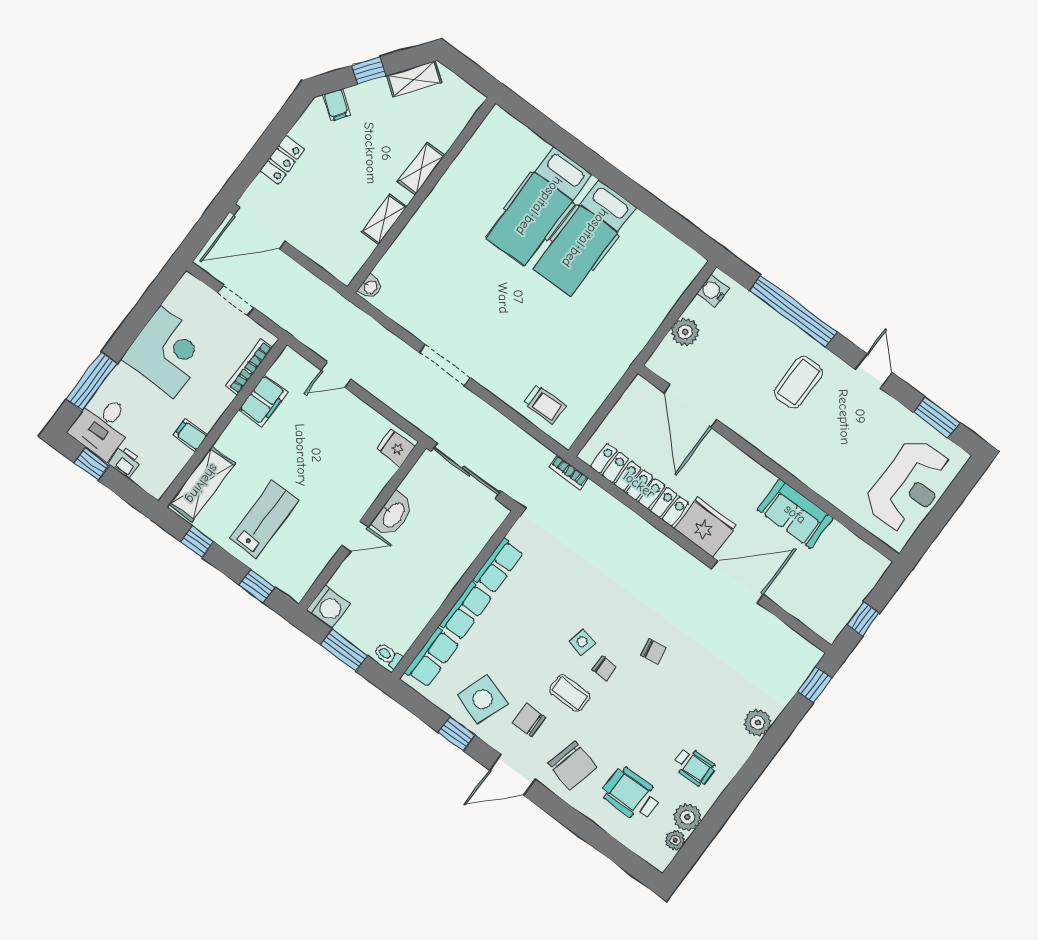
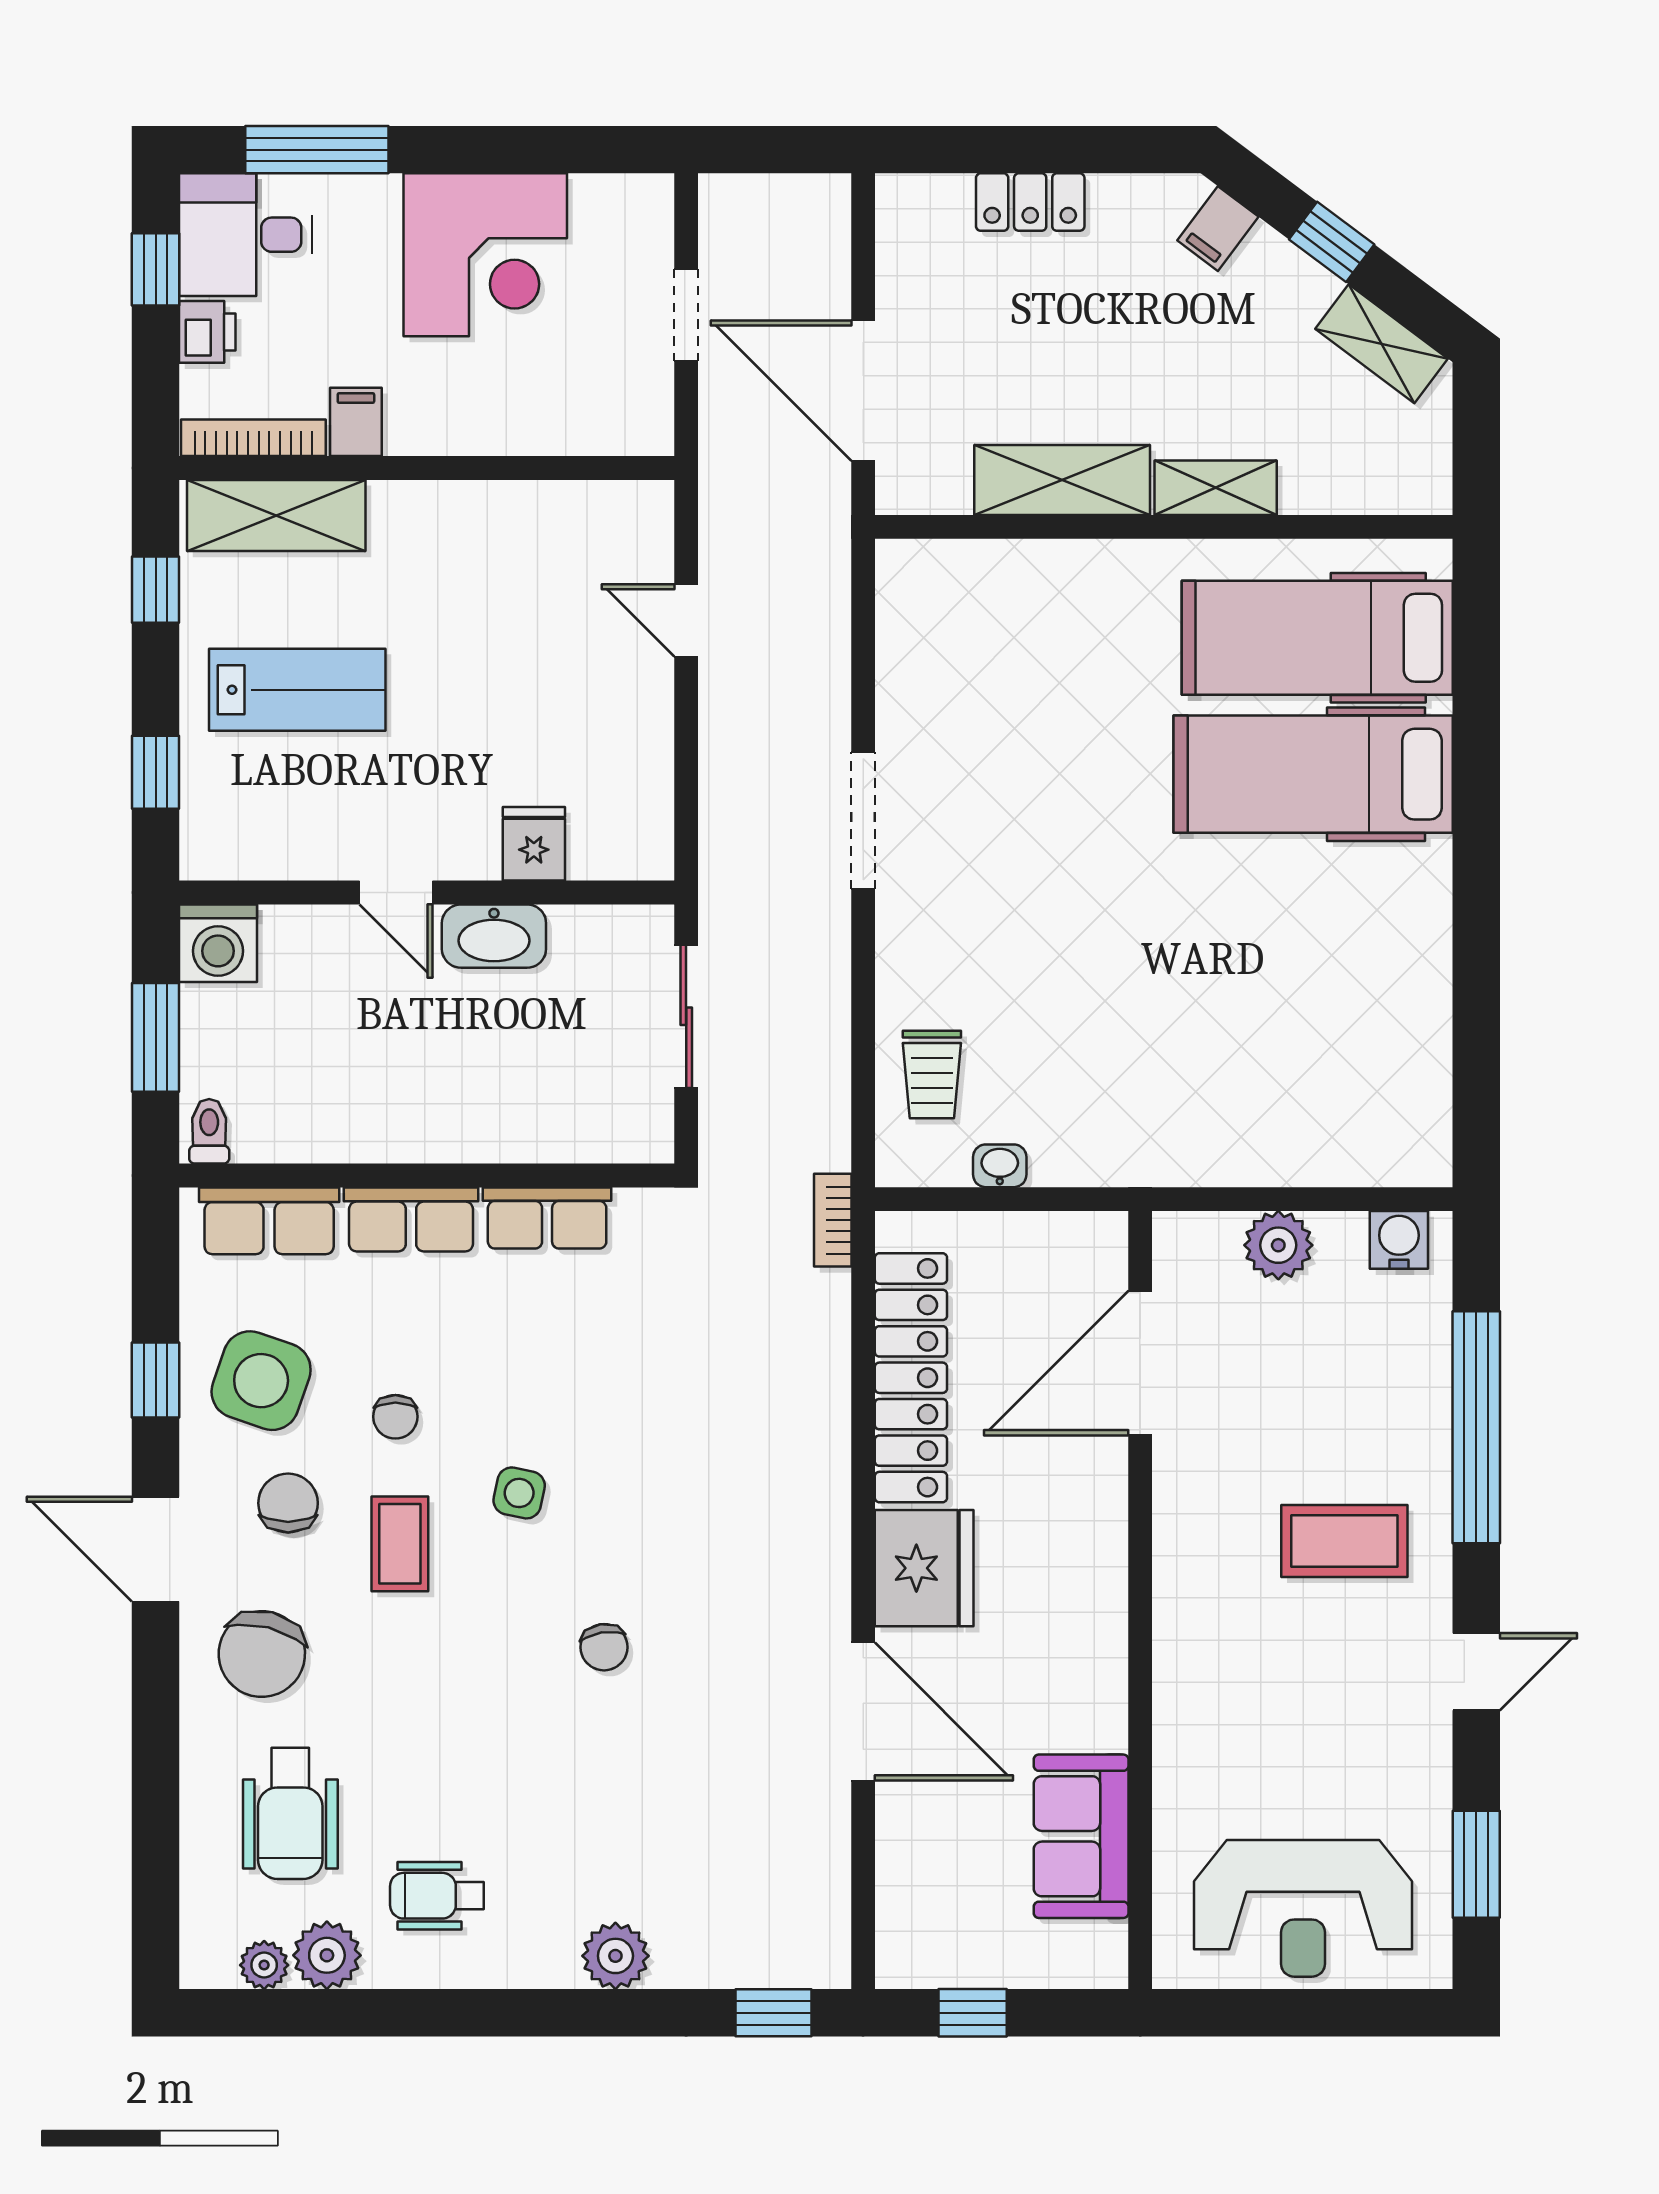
shelving: (384, 219) -> (1062, 480), width x1.50, depth x1.33
door: (260, 228) -> (863, 391), moved
hospital bed: (585, 238) -> (1317, 638), moved
washbasin: (370, 287) -> (1000, 1166), moved, turned 180
bookcase: (249, 367) -> (253, 438), moved
filing cabinet: (263, 401) -> (529, 516), removed
fridge: (396, 447) -> (534, 844), moved
sliding door: (466, 471) -> (686, 1016), width x0.73
sofa: (795, 514) -> (1081, 1836), moved
chair: (604, 668) -> (395, 1417), moved
wheelchair: (694, 767) -> (437, 1896), turned 90
wheelchair: (632, 795) -> (290, 1813), turned 180

